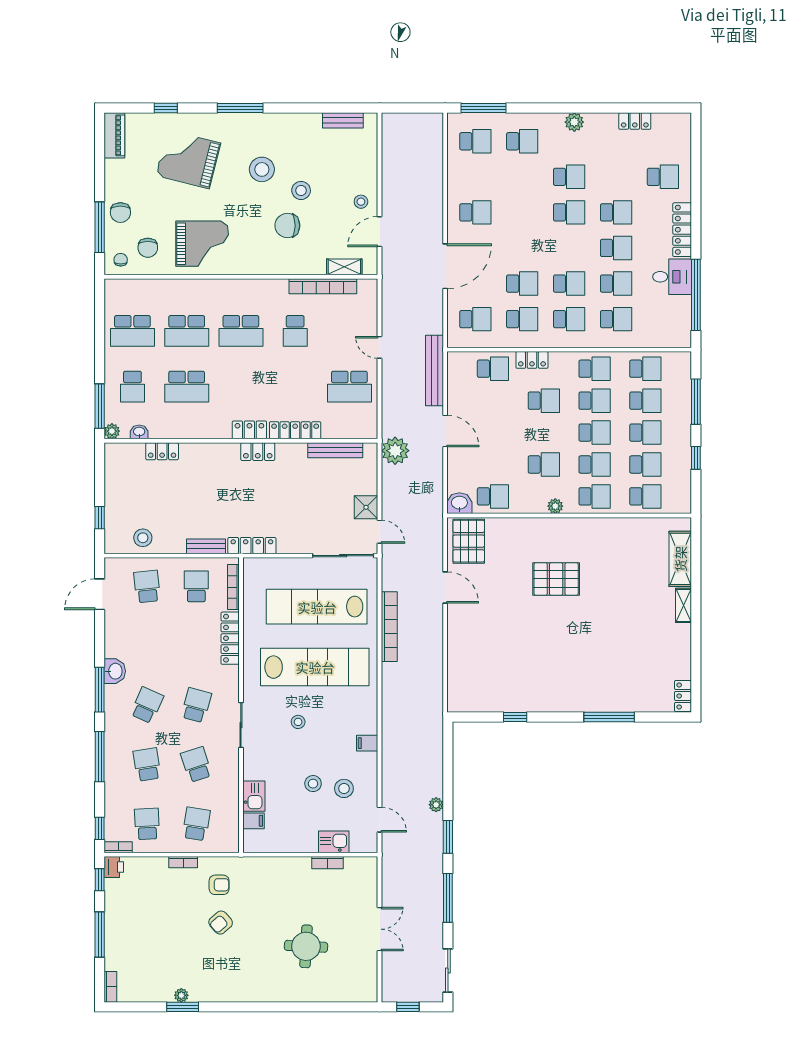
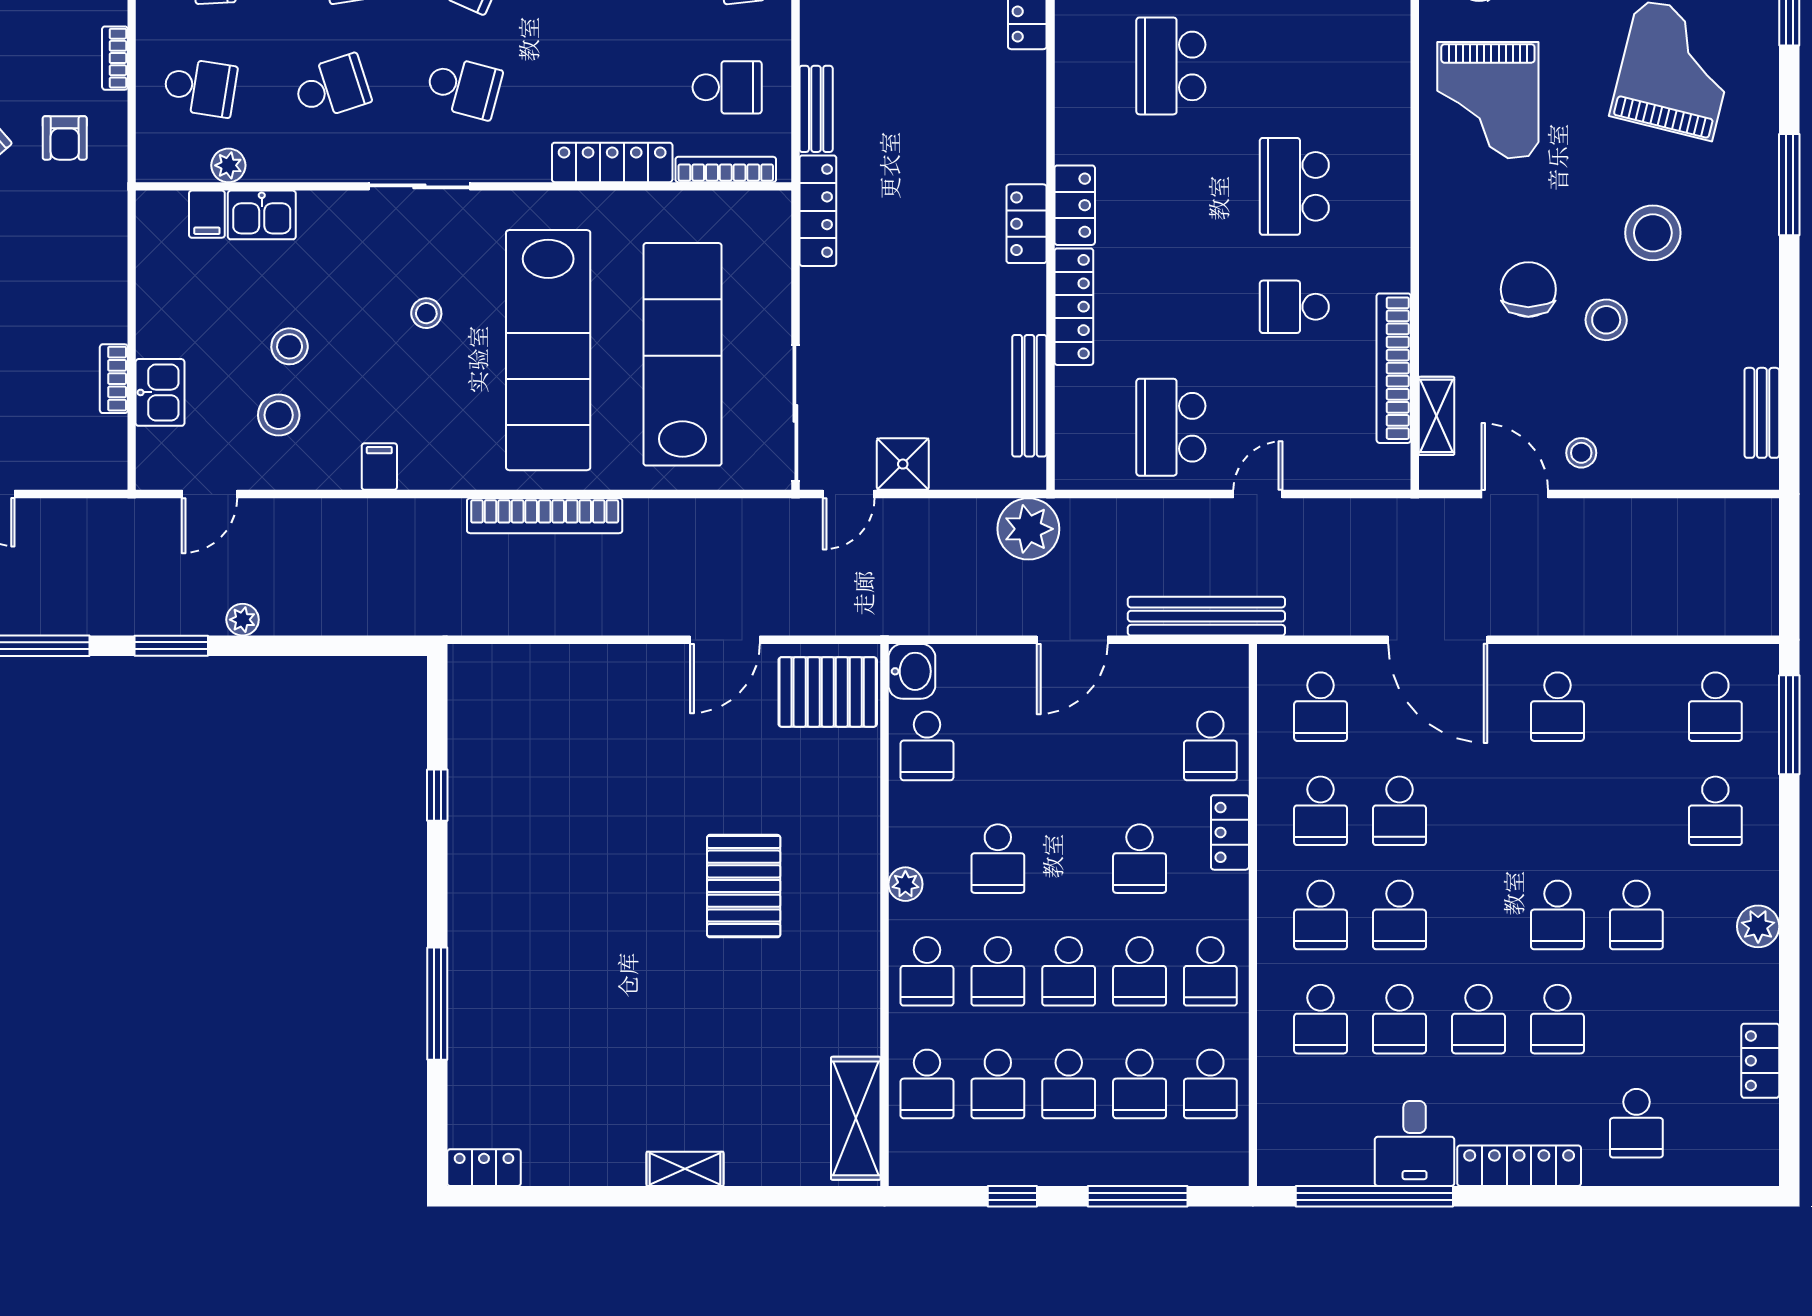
school desk: (187, 331) -> (1294, 66), removed
shelving: (680, 559) -> (856, 1118), moved, turned 90
bookcase: (389, 627) -> (545, 516), moved
plant: (231, 811) -> (228, 165), added

